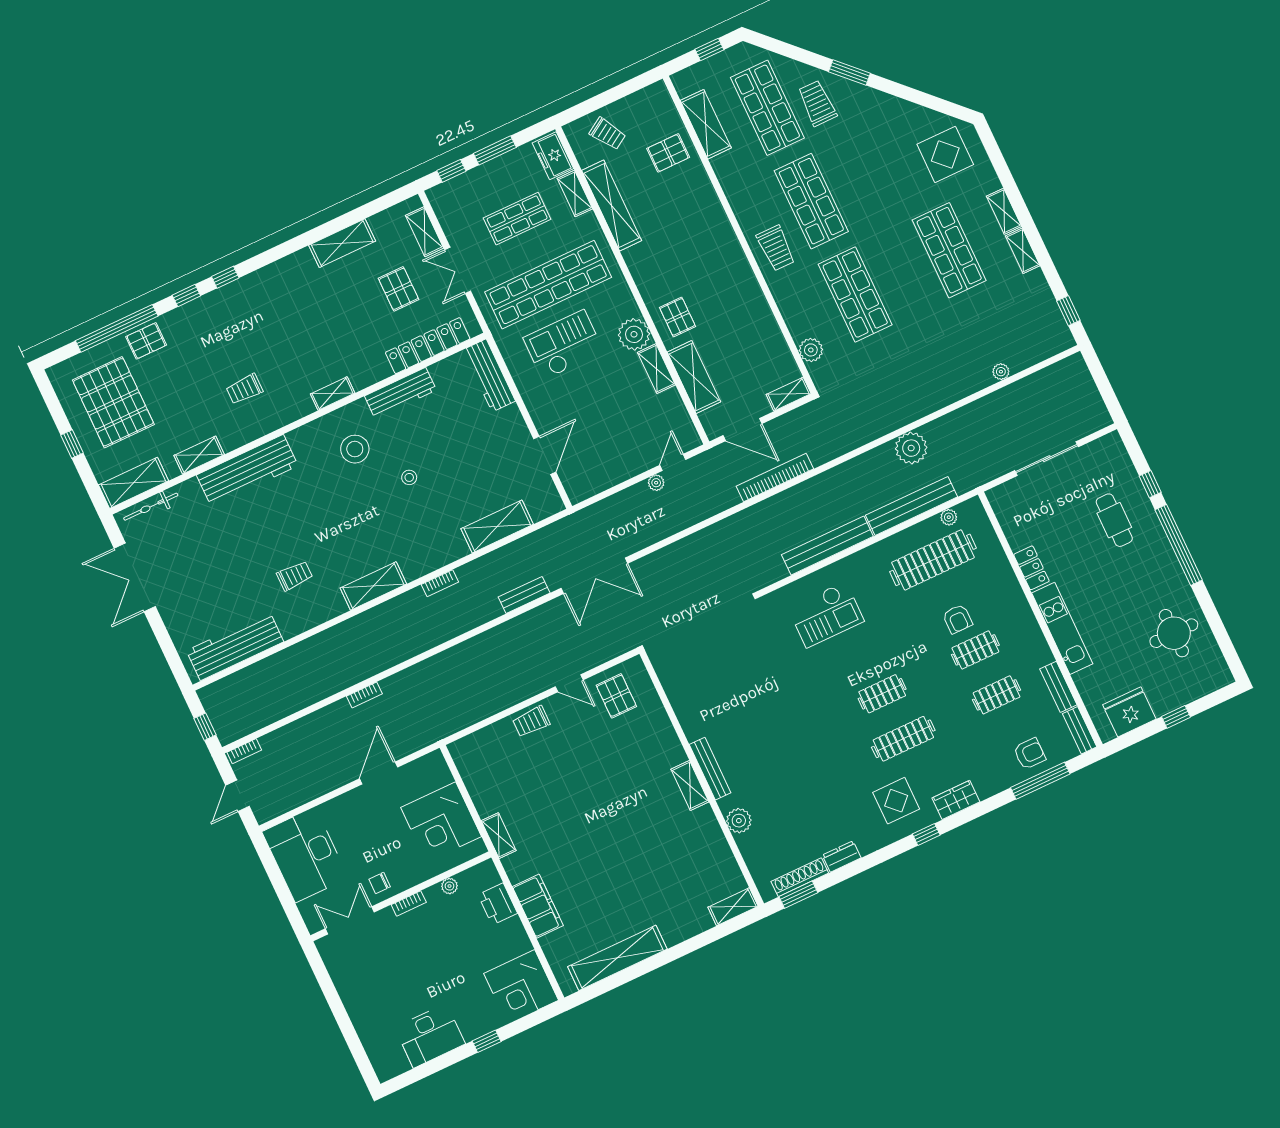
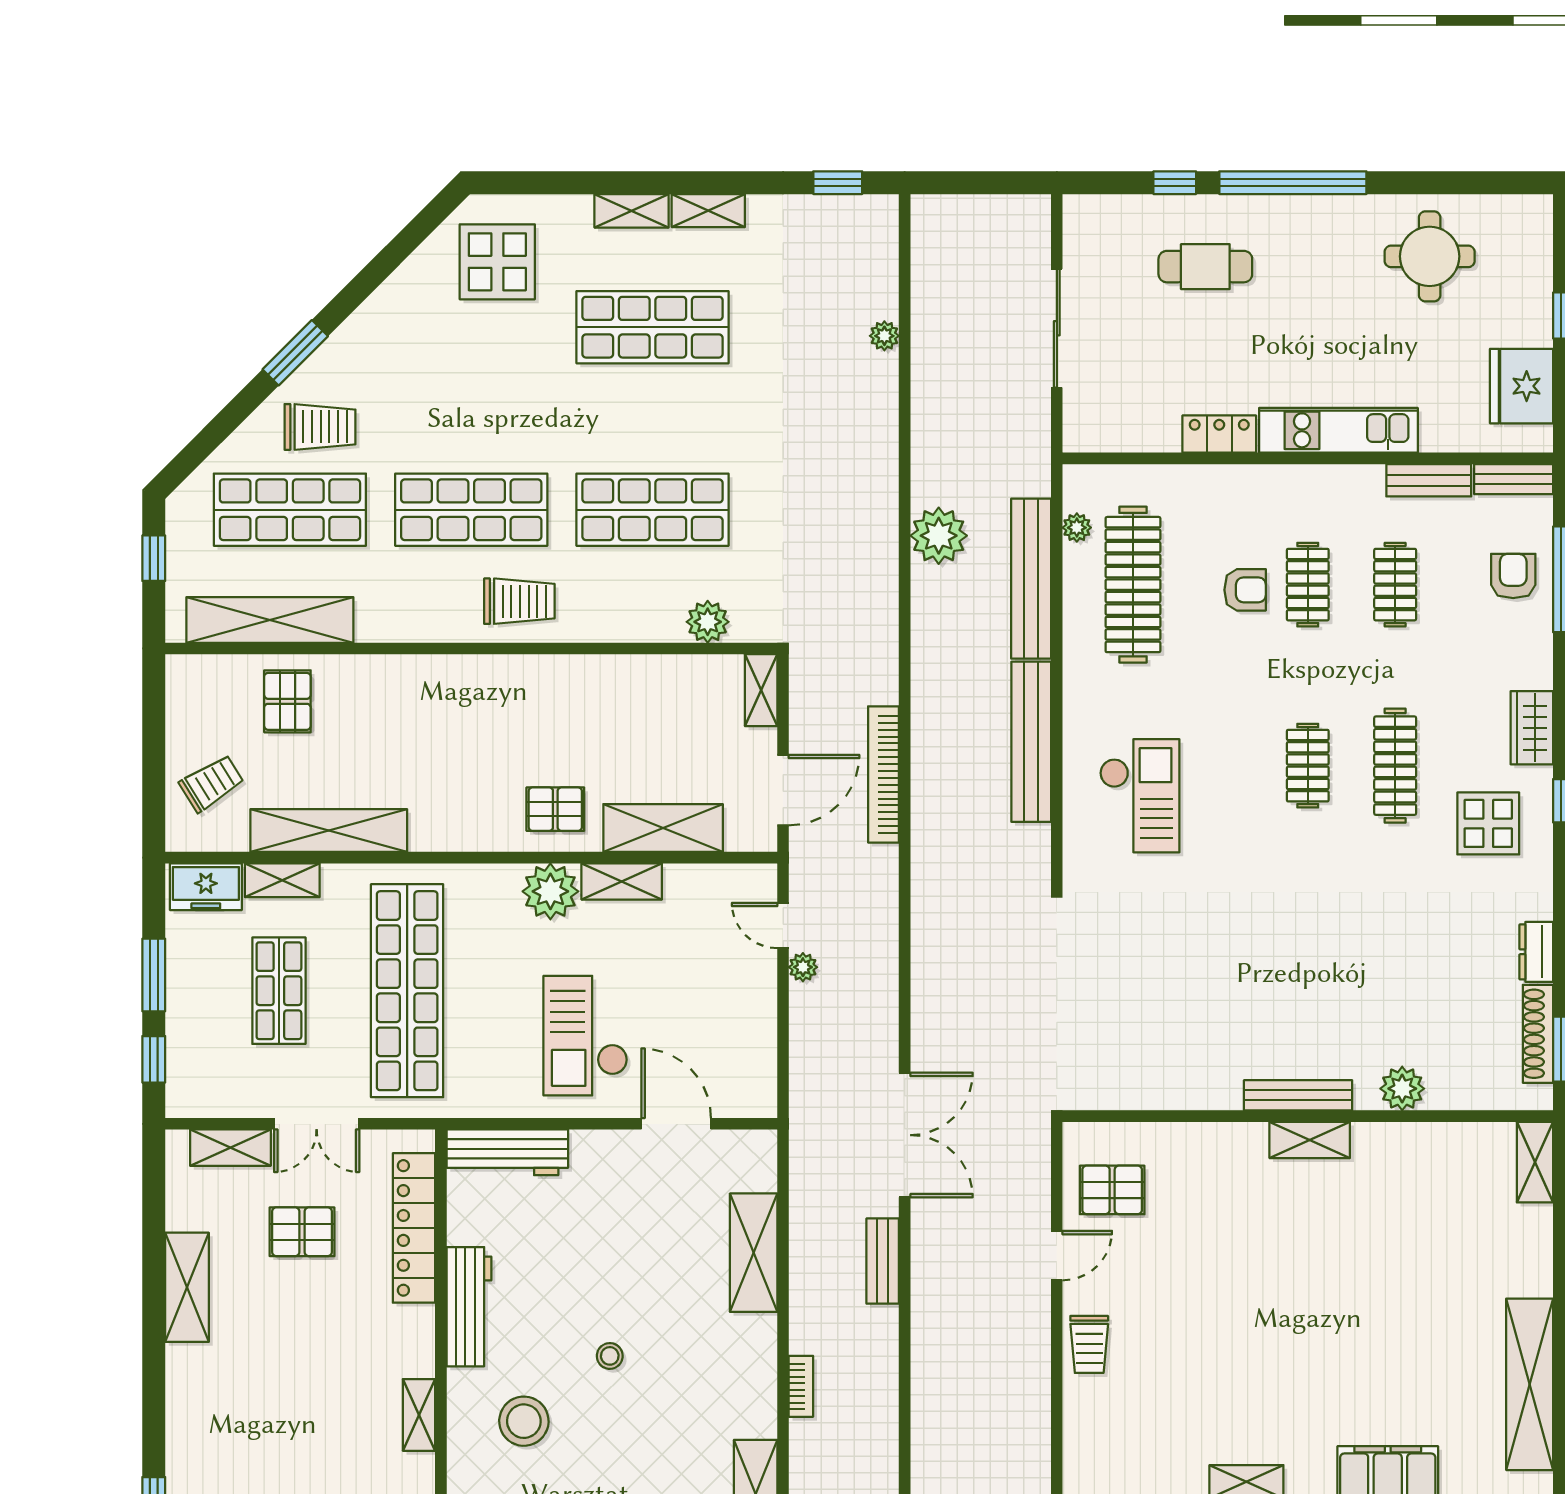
trolley: (817, 103) -> (320, 427), turned 180
shelving: (706, 124) -> (270, 620), width x1.47
checkout: (564, 345) -> (585, 1036), moved

